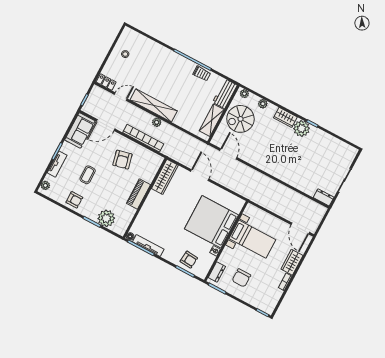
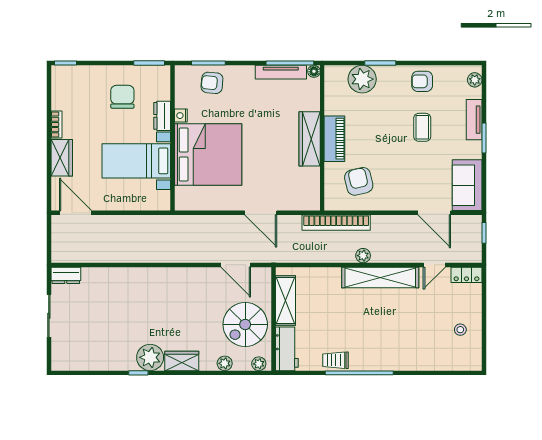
spiral stairs: (240, 119) -> (245, 324), turned 180
door: (106, 125) -> (434, 213), swing flipped
bookcase: (143, 138) -> (336, 223), moved
armchair: (122, 160) -> (359, 181), moved
wardrobe: (165, 177) -> (310, 139), moved
dresser: (217, 272) -> (162, 116), moved

